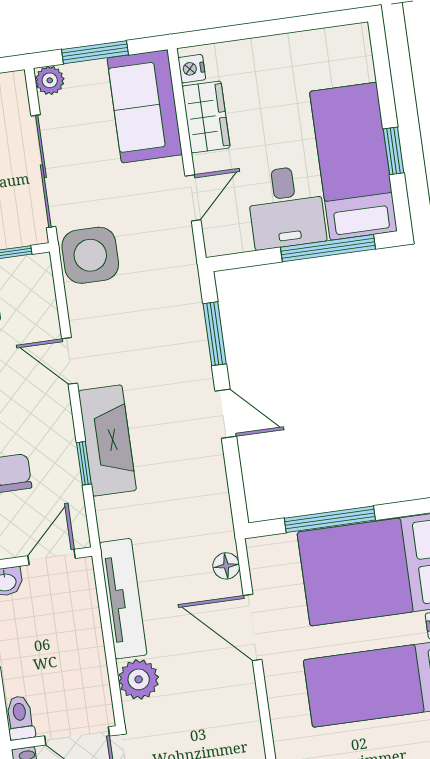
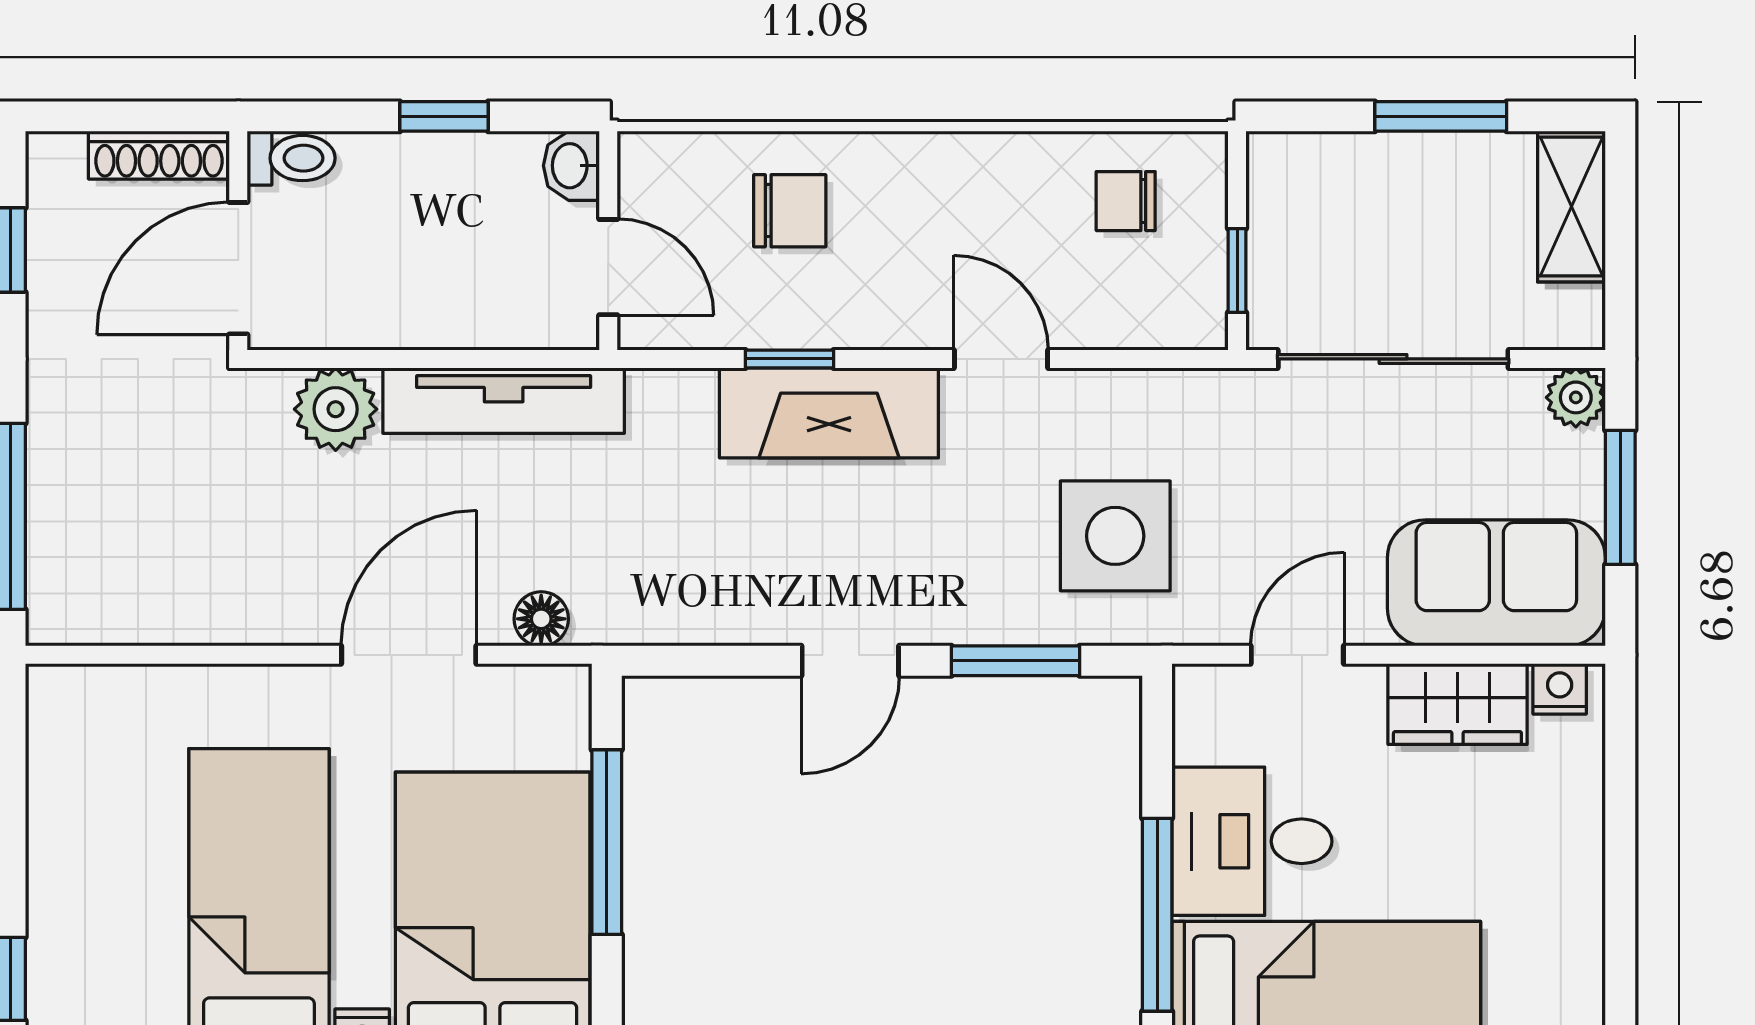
door: (193, 198) -> (1297, 655), swing flipped
side table: (90, 255) -> (1115, 536), moved
door: (70, 361) -> (1001, 359), hinge flipped

